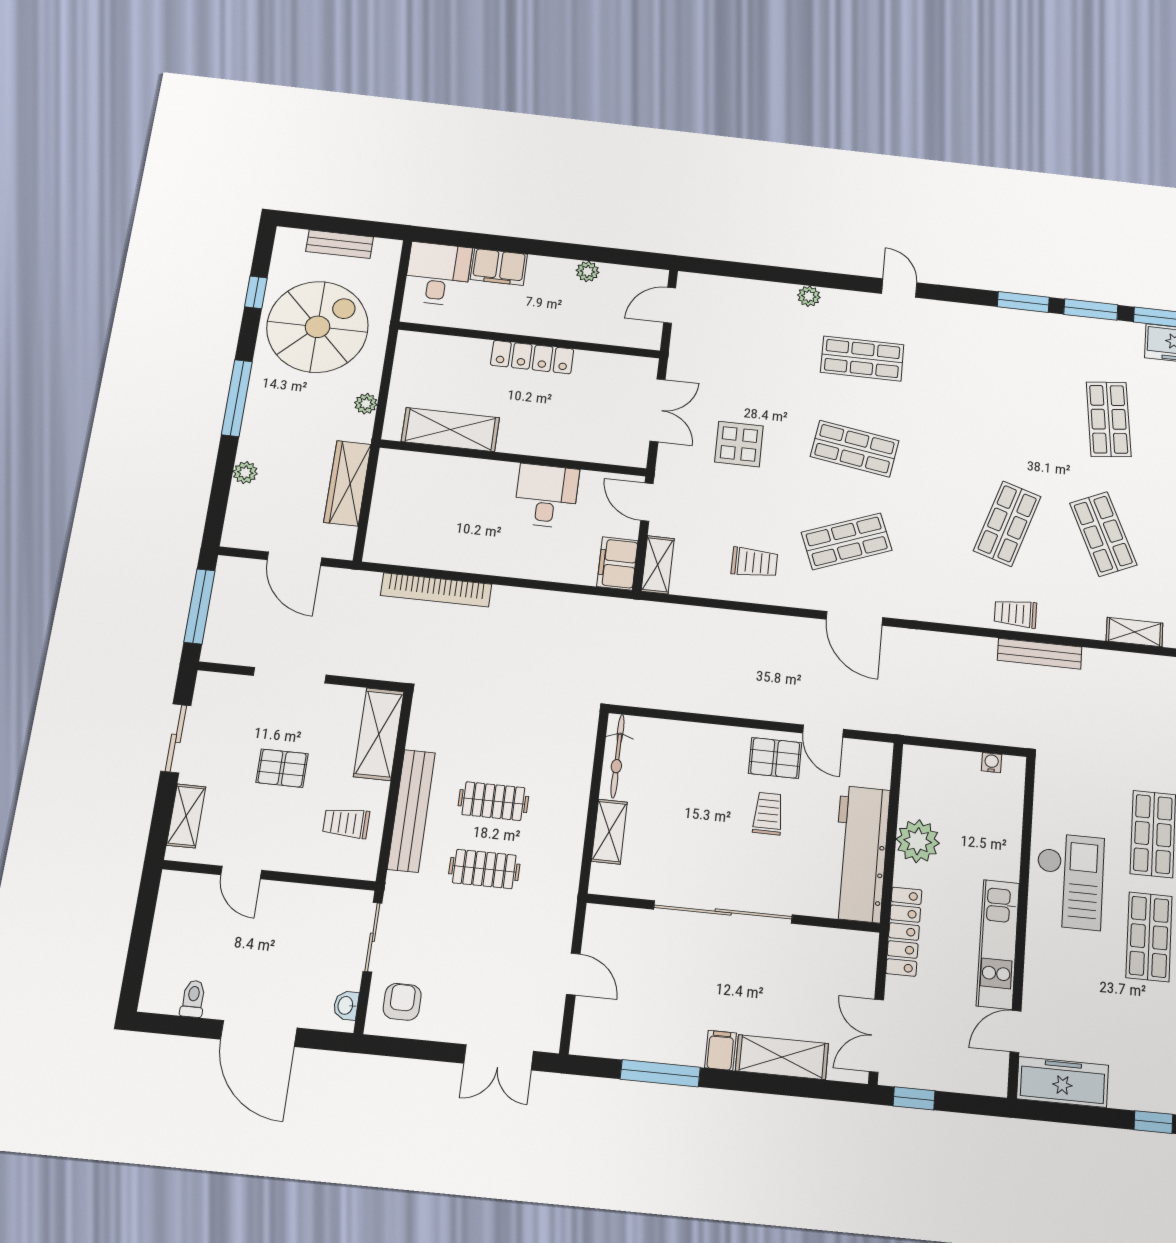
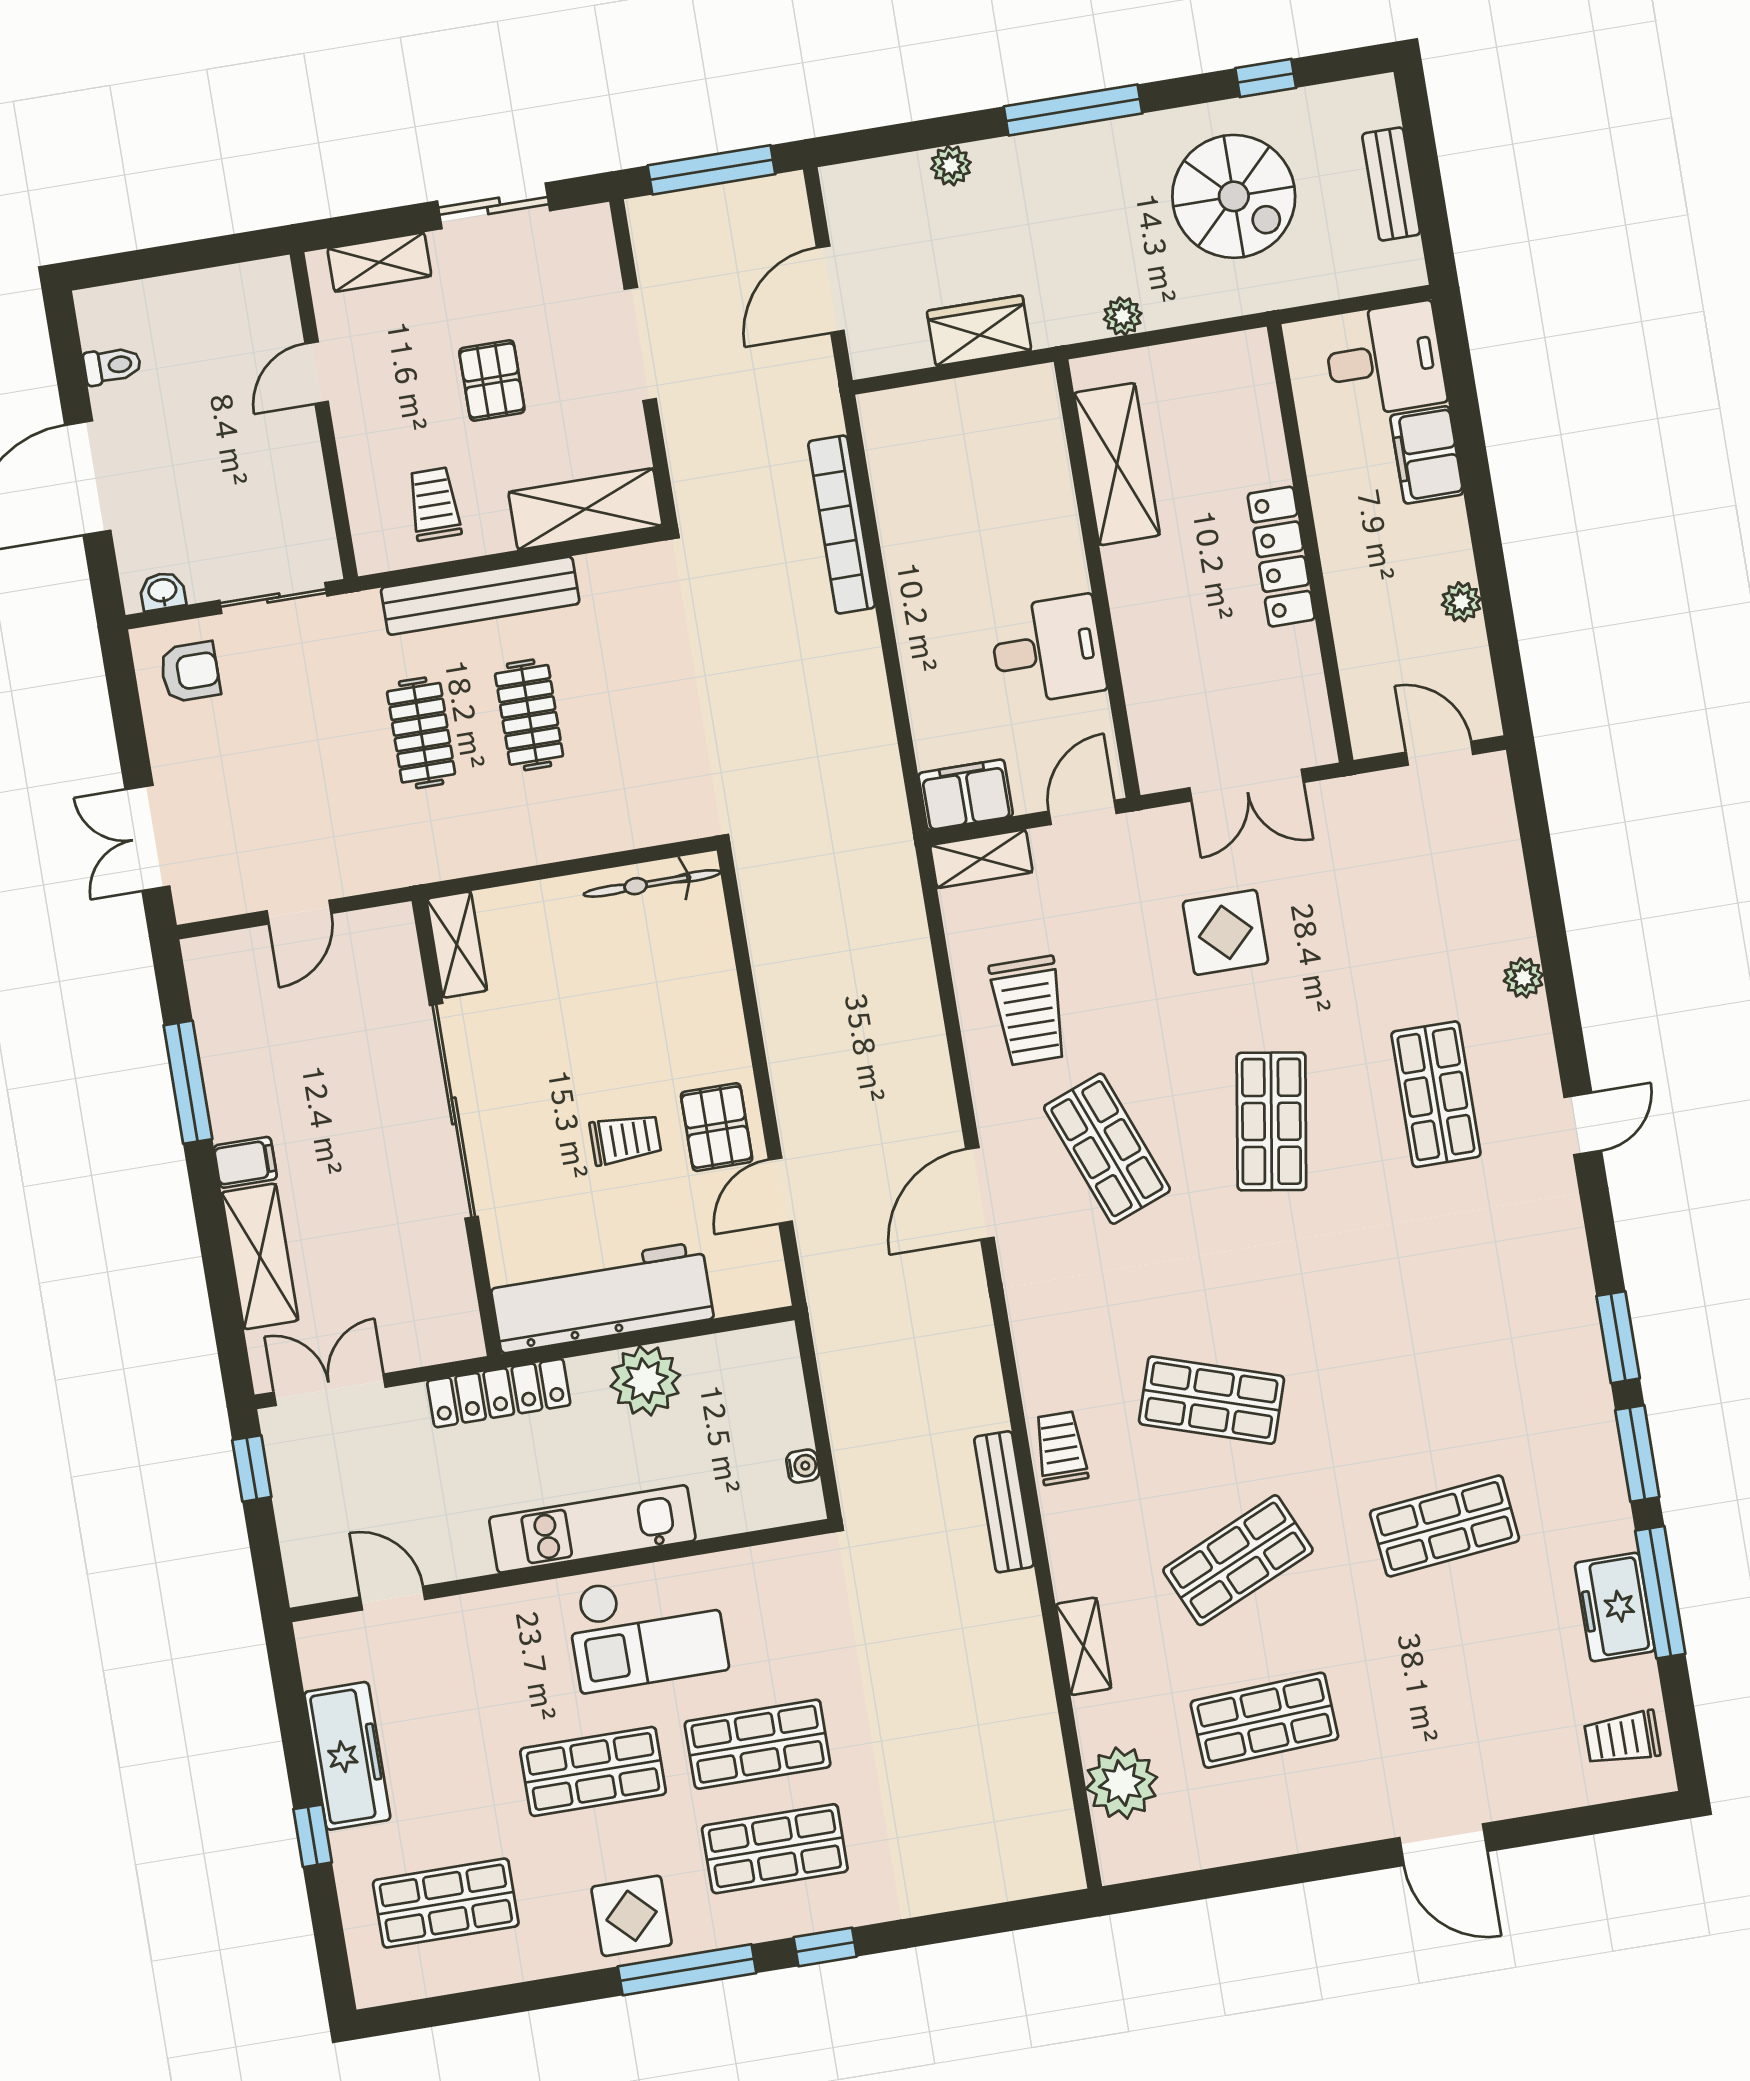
spiral stairs: (318, 327) -> (1234, 196), width x0.73, depth x0.73
wardrobe: (348, 483) -> (979, 331), width x0.67
trolley: (754, 562) -> (1029, 1011), width x1.36, depth x1.39
shelving: (609, 832) -> (457, 945), moved, turned 90
kitchen unit: (998, 944) -> (592, 1529), moved
freezer: (1063, 1082) -> (347, 1756), moved

